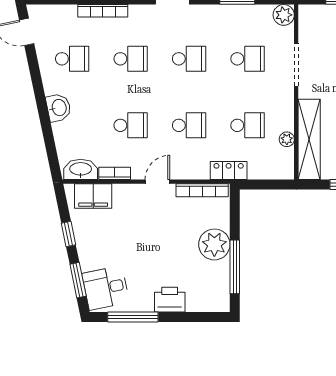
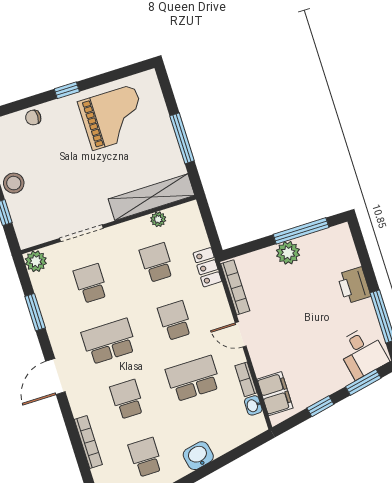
school desk: (189, 59) -> (109, 341), width x1.85
school desk: (131, 125) -> (193, 379), width x1.85
washbasin: (81, 169) -> (253, 405), width x0.52, depth x0.69
plant: (214, 244) -> (288, 253), width x0.73, depth x0.73

